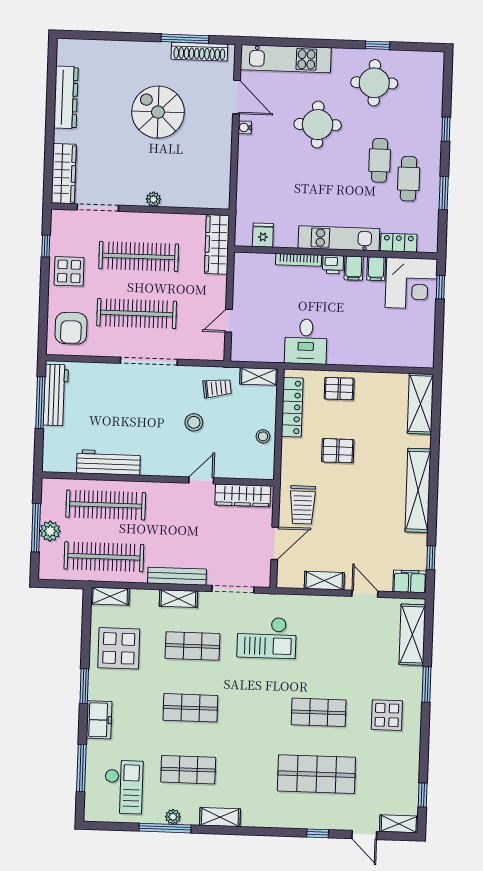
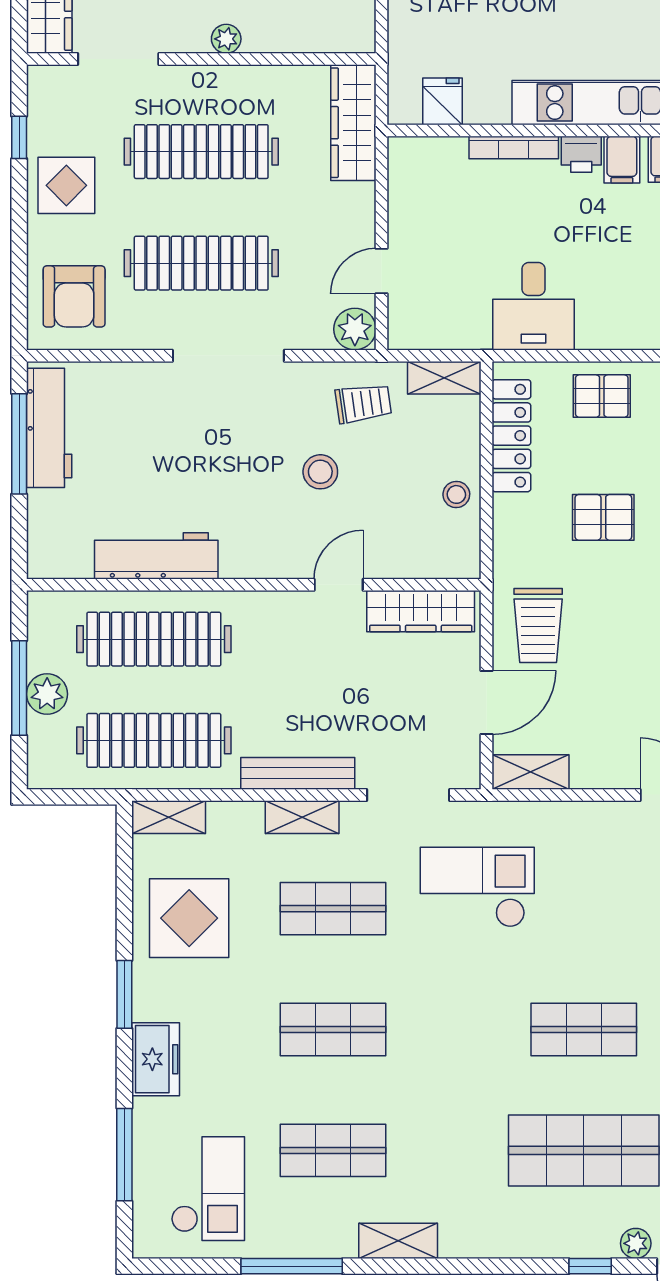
plant: (214, 350) -> (355, 329), added
shelving: (324, 581) -> (531, 772), moved
checkout: (267, 638) -> (477, 887), turned 180
plant: (173, 817) -> (636, 1243), moved

